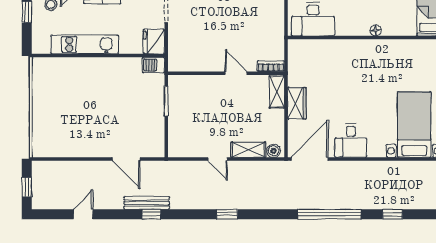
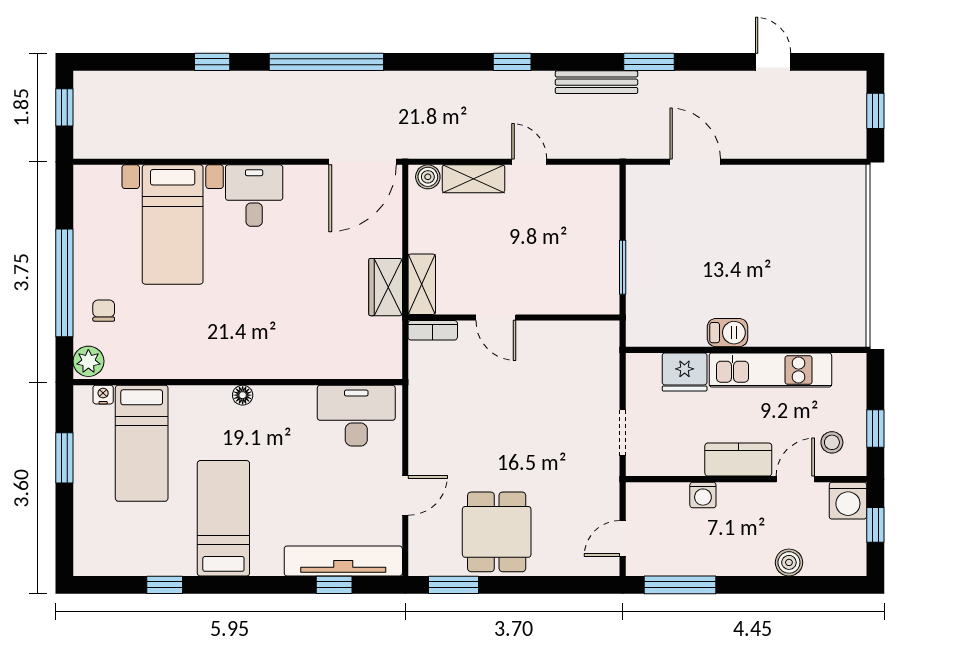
fridge: (154, 41) -> (685, 372), moved, turned 90
barbecue: (153, 65) -> (727, 333), moved
wardrobe: (297, 103) -> (386, 287), moved
desk: (351, 140) -> (254, 196), moved
bench: (147, 203) -> (596, 82), moved
door: (83, 214) -> (773, 62), swing flipped
window: (152, 214) -> (649, 62), width x1.50

